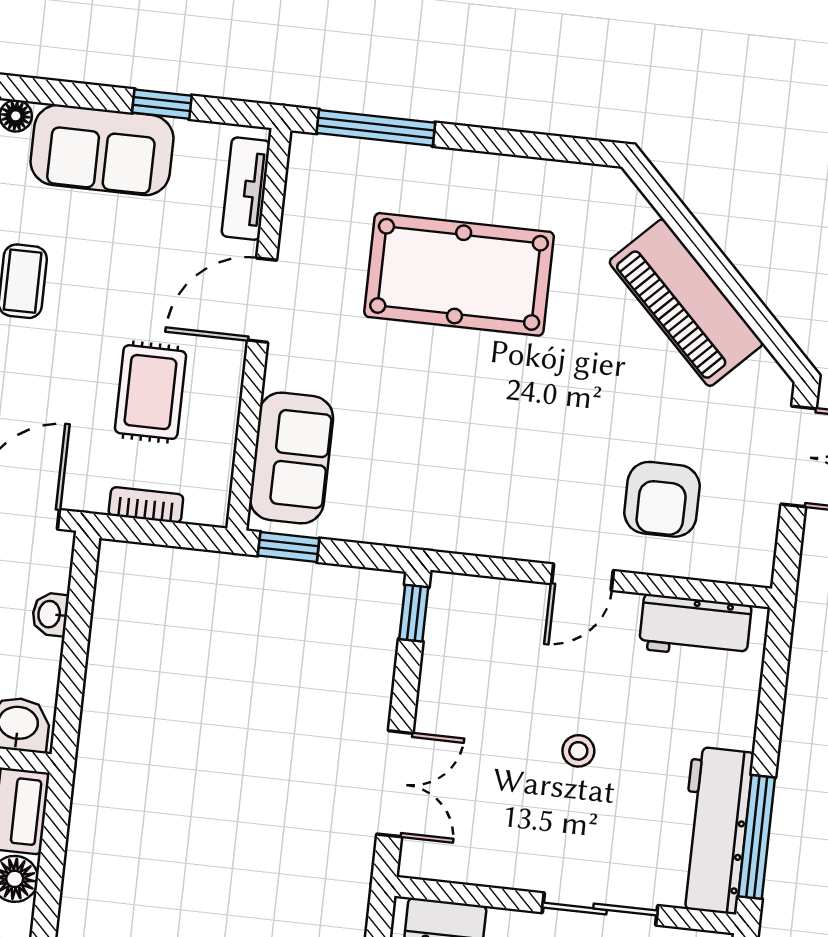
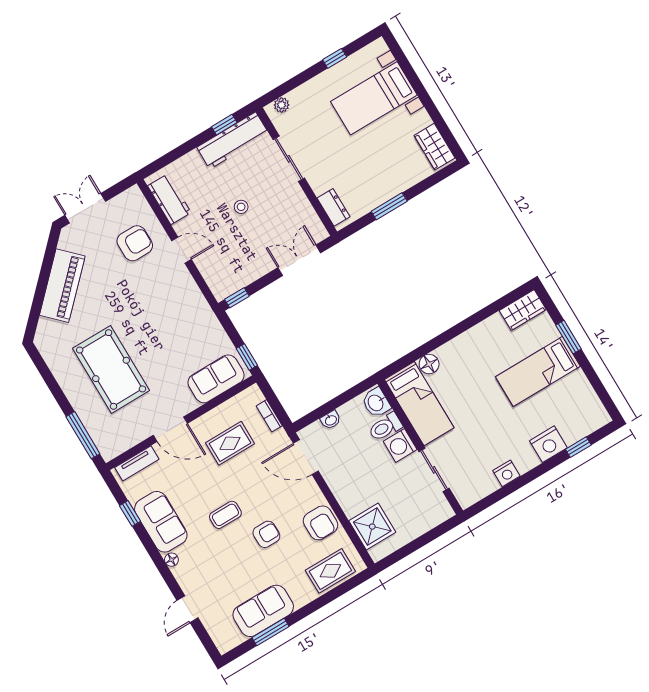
window: (757, 837) -> (224, 125), width x0.46

